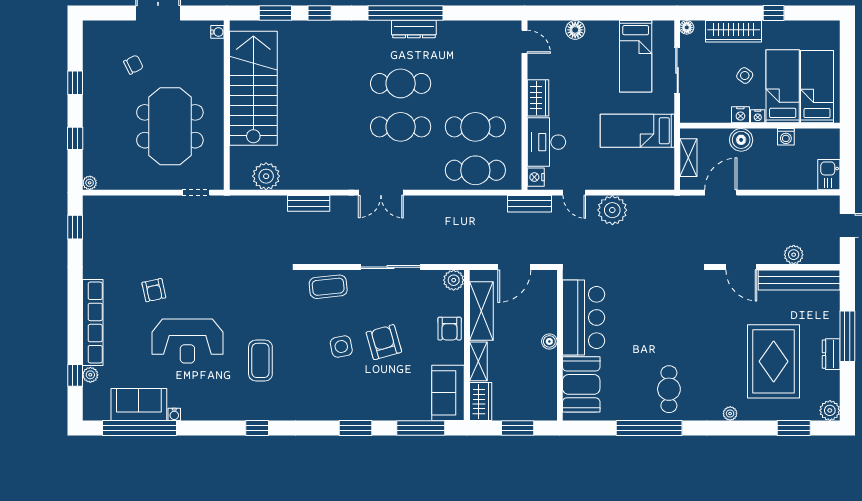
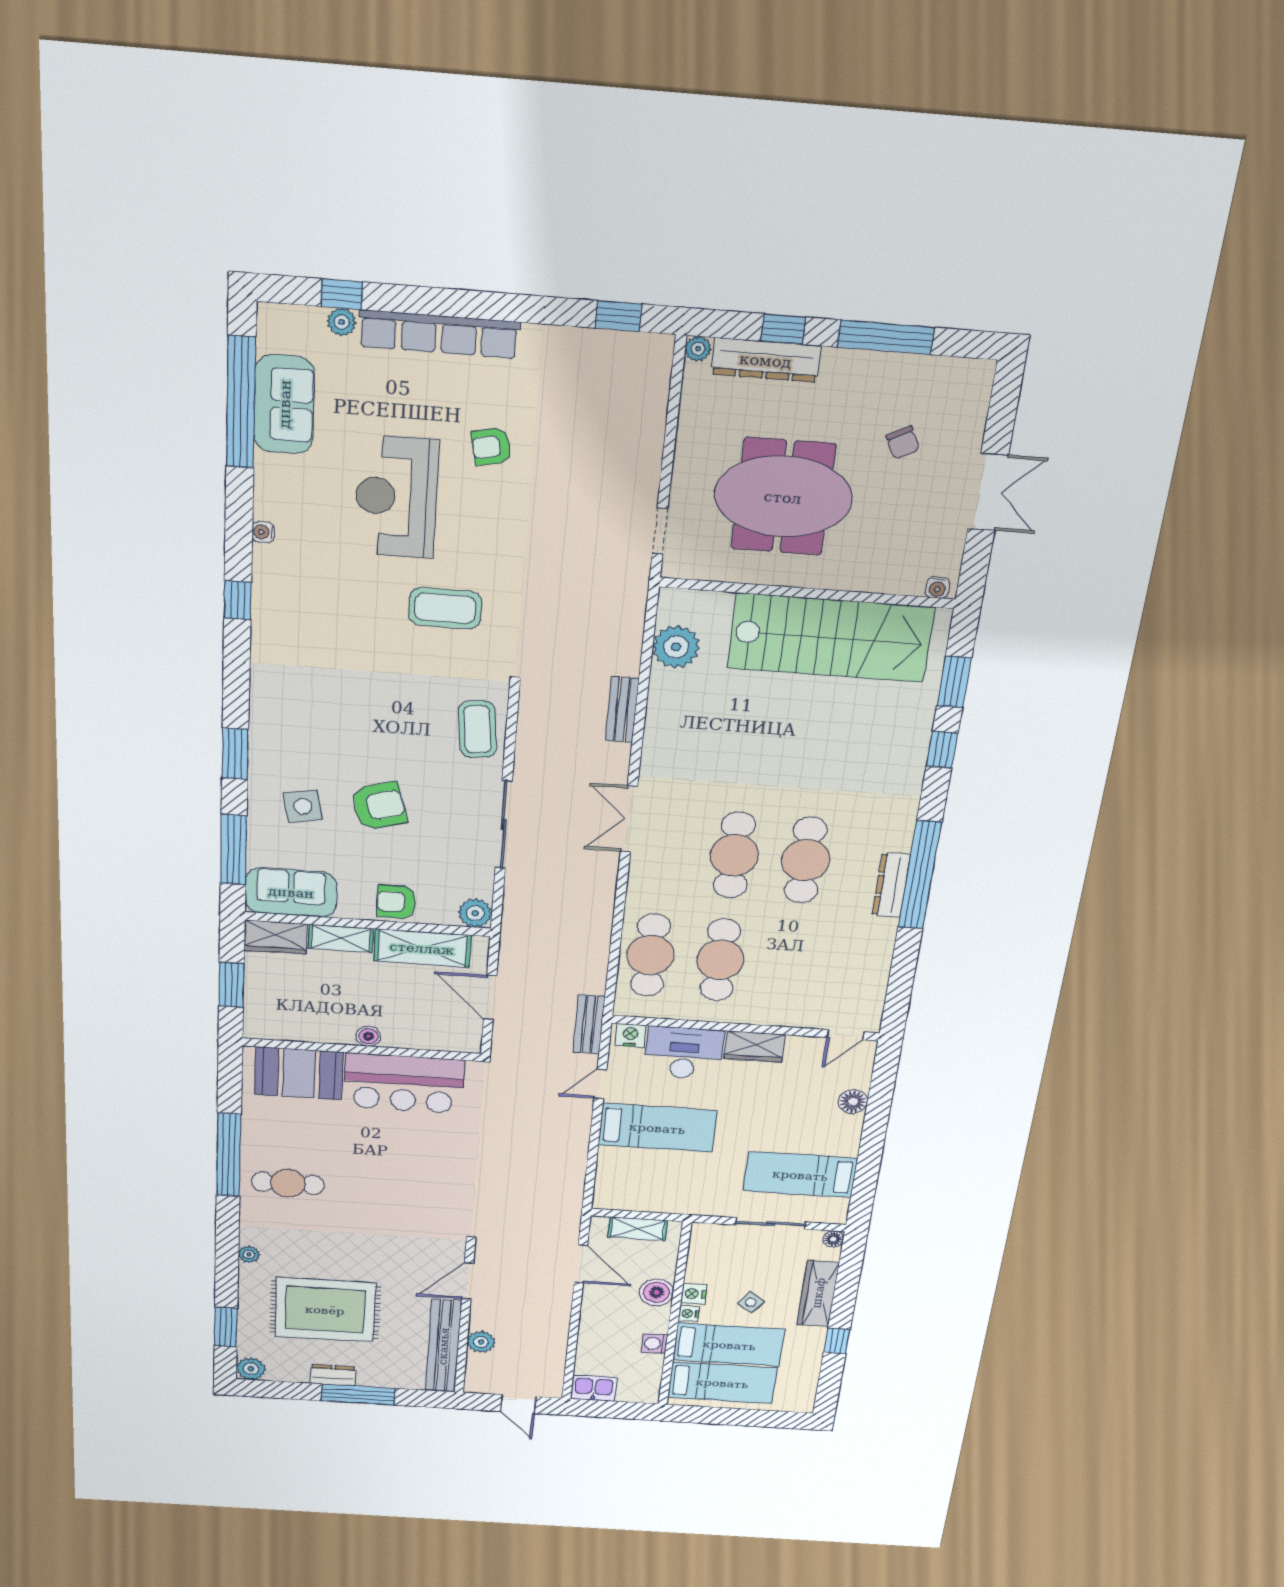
window: (75, 83) -> (886, 337), width x2.17
bed: (637, 131) -> (657, 1128), moved, turned 90
dresser: (93, 145) -> (766, 360), added
plant: (612, 210) -> (568, 1130), removed
side table: (341, 347) -> (303, 806), moved
coffee table: (260, 360) -> (445, 608), moved
water cooler: (174, 414) -> (263, 532), moved

